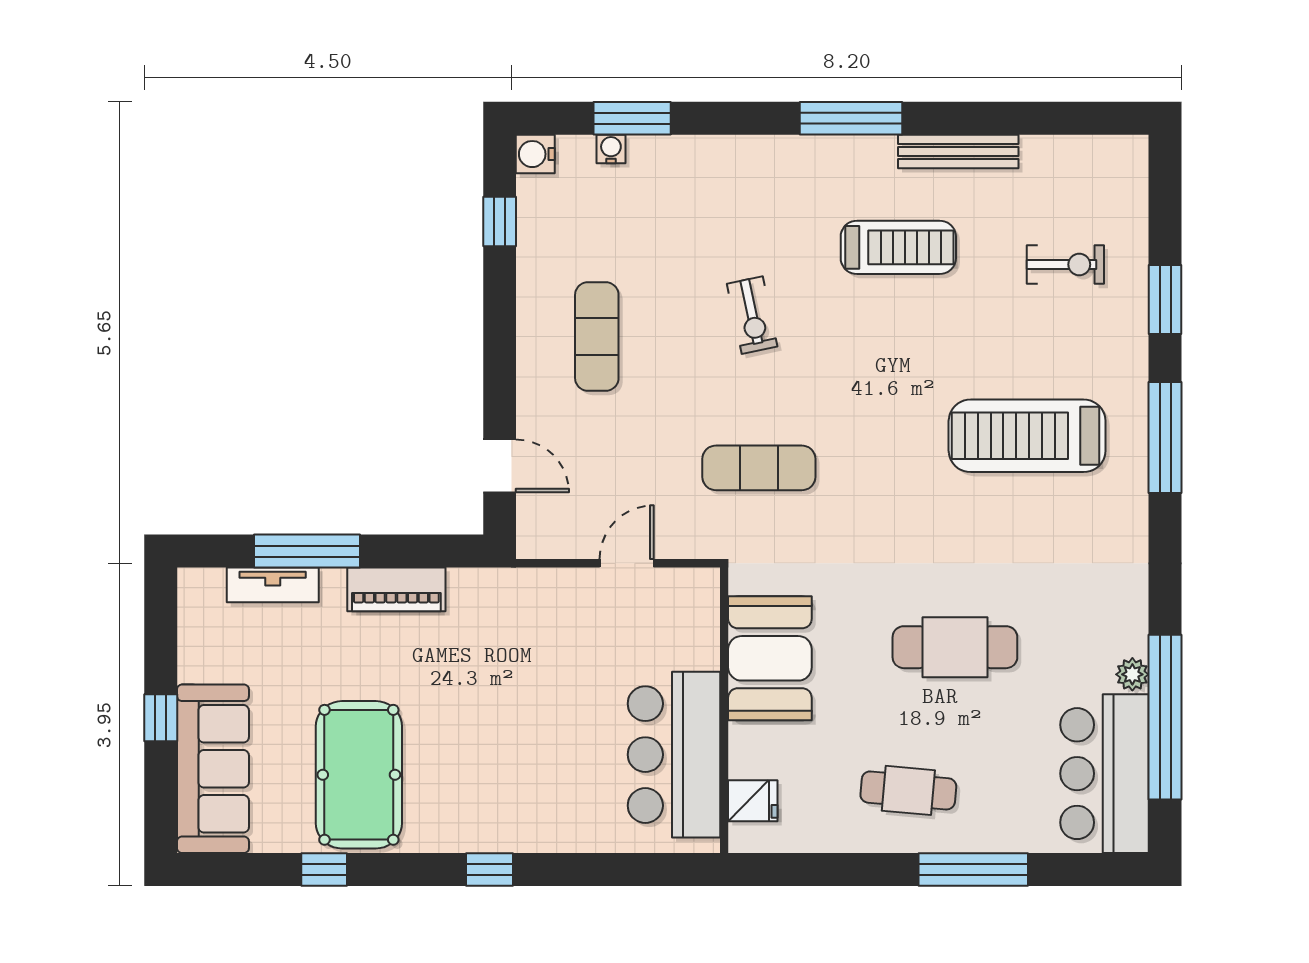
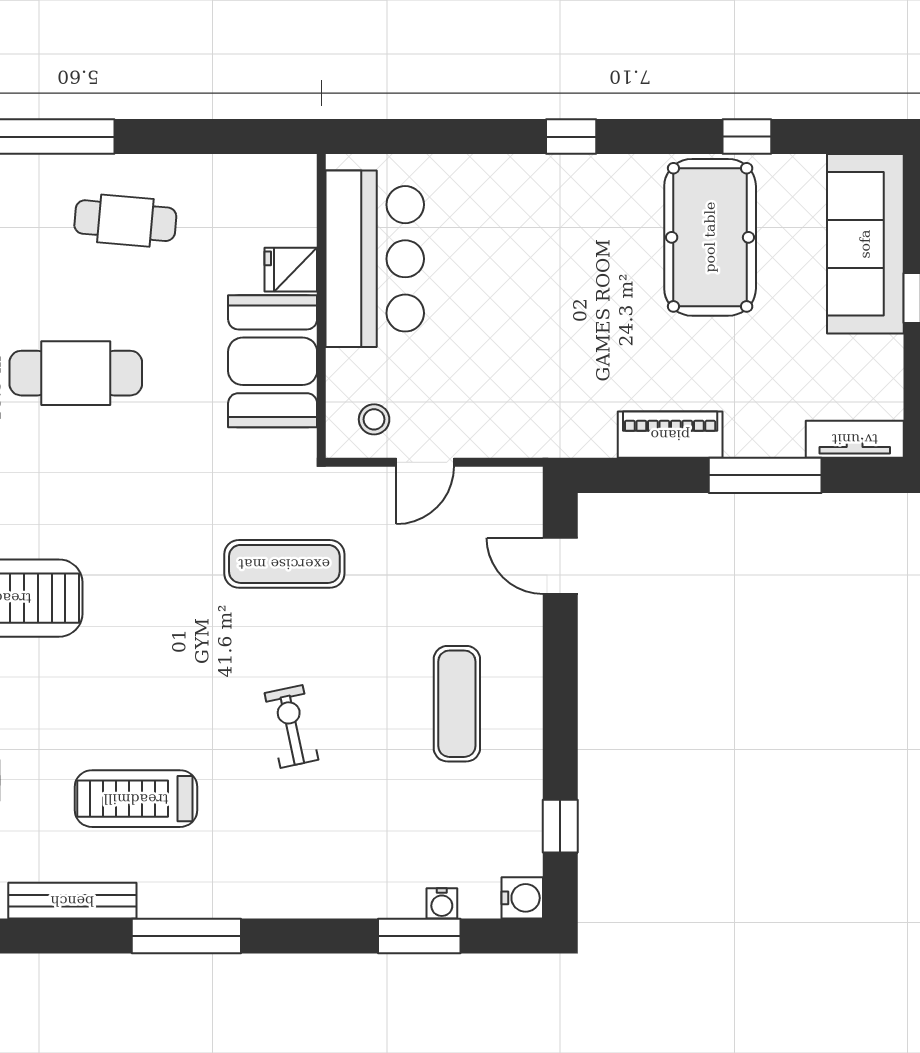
tv unit: (273, 585) -> (855, 439), moved
stool: (675, 604) -> (374, 419), added
fridge: (753, 801) -> (291, 270), moved

